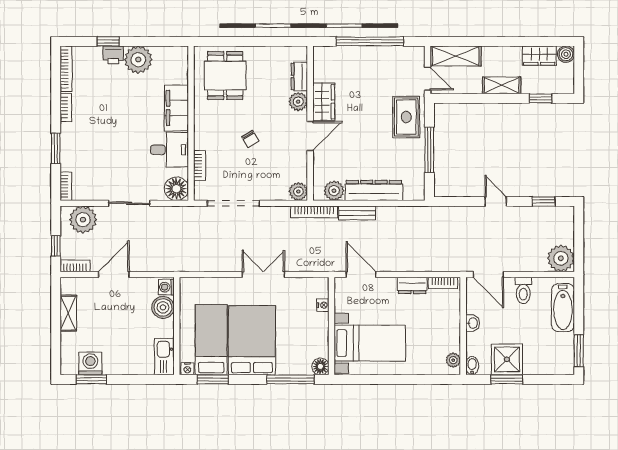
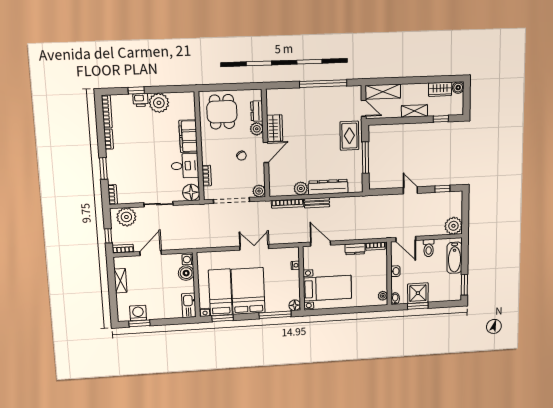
dresser: (299, 76) -> (257, 111), moved
plant: (298, 102) -> (257, 129), moved
wardrobe: (324, 102) -> (275, 128), moved
wall: (310, 123) -> (266, 144), moved
door: (310, 136) -> (266, 152), moved
plant: (298, 191) -> (259, 191), moved

